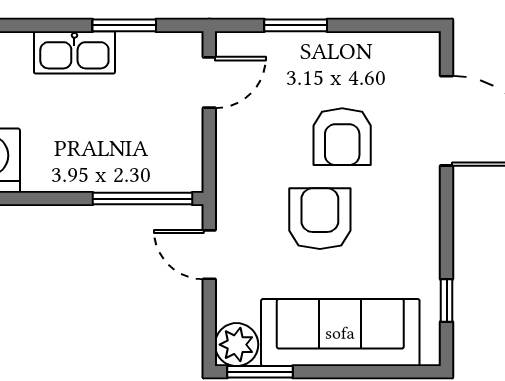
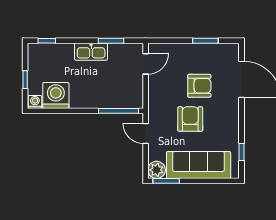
window: (296, 25) -> (205, 41), moved
armchair: (342, 137) -> (199, 86), turned -90

